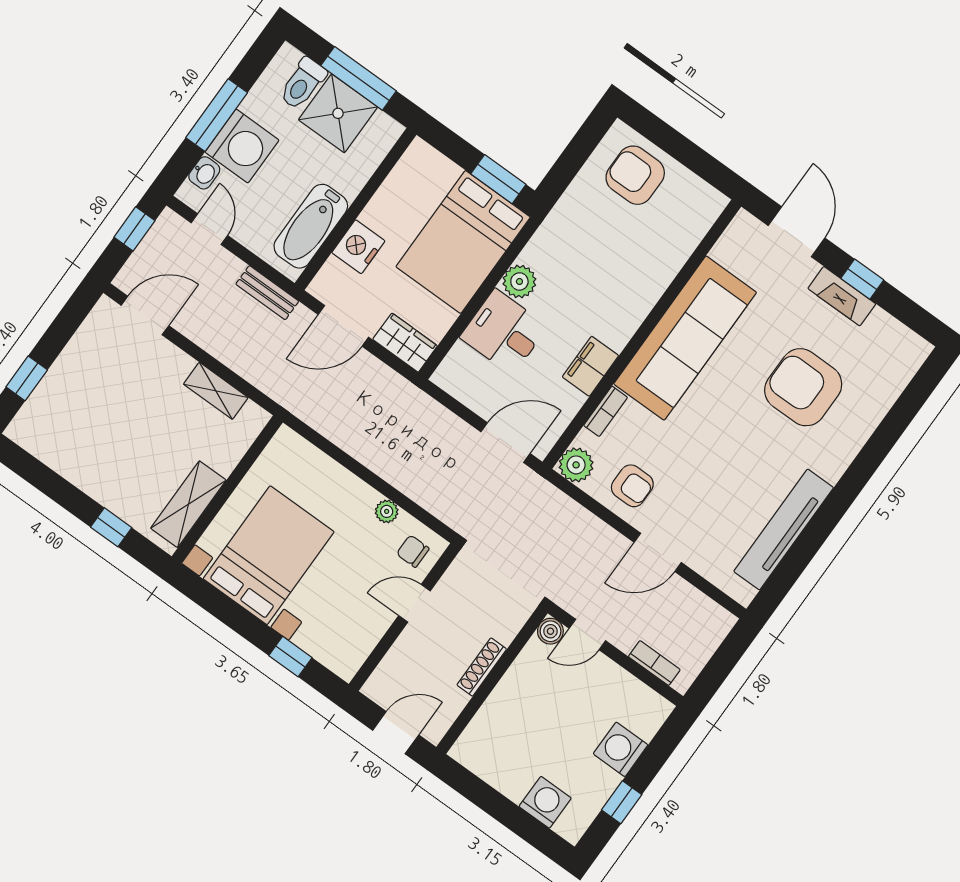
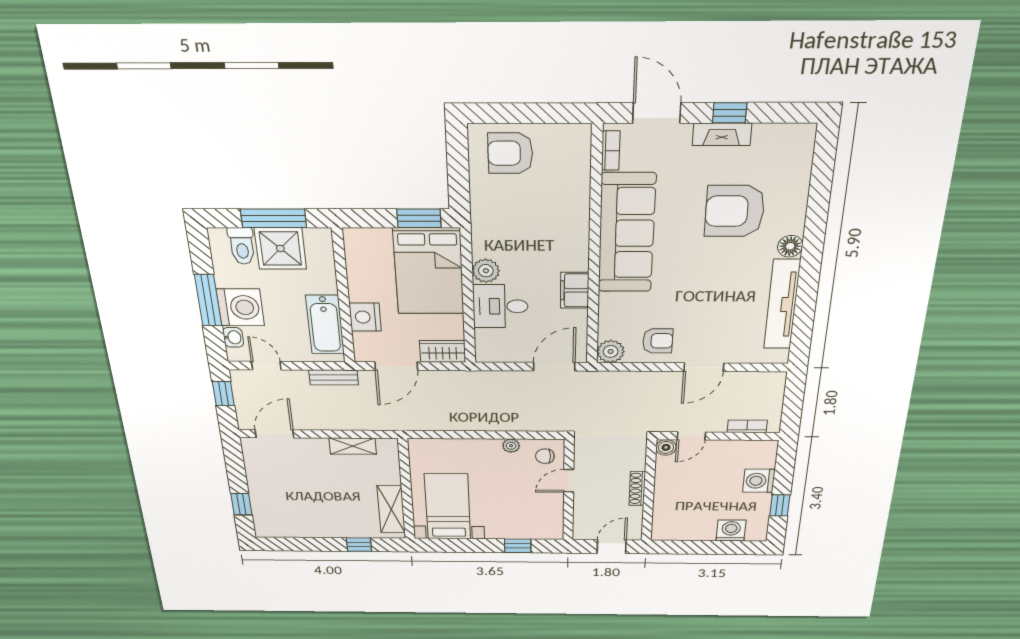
bookcase: (606, 411) -> (611, 151), moved
floor lamp: (832, 465) -> (790, 246), added
bed with nightstands: (269, 555) -> (448, 507), width x0.73

